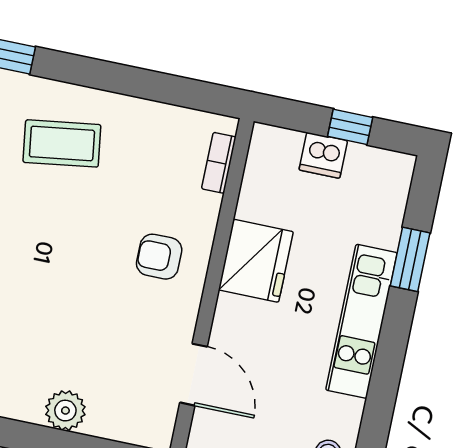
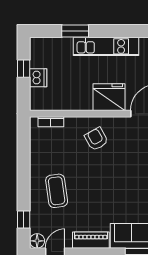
armchair: (159, 257) -> (96, 139), turned 151
fridge: (256, 261) -> (109, 97), moved

